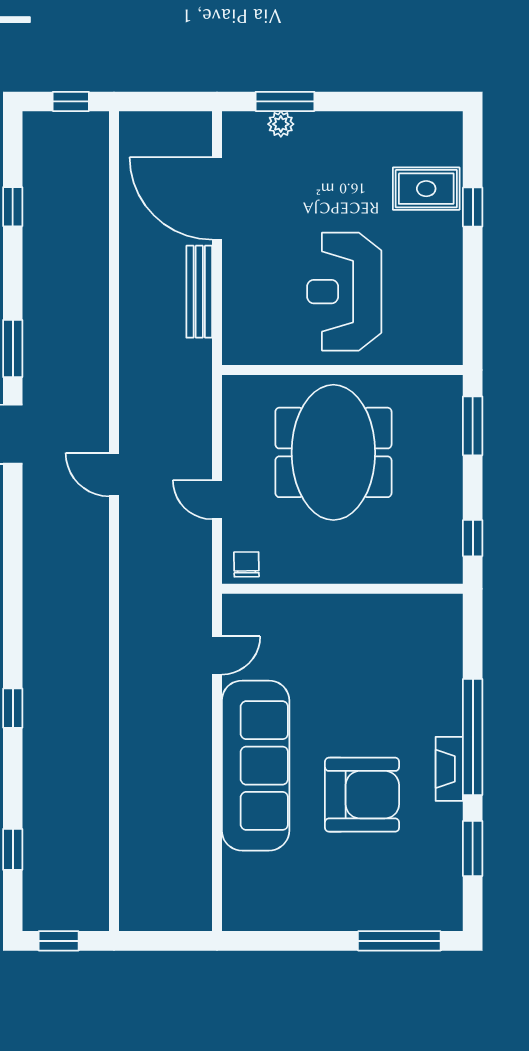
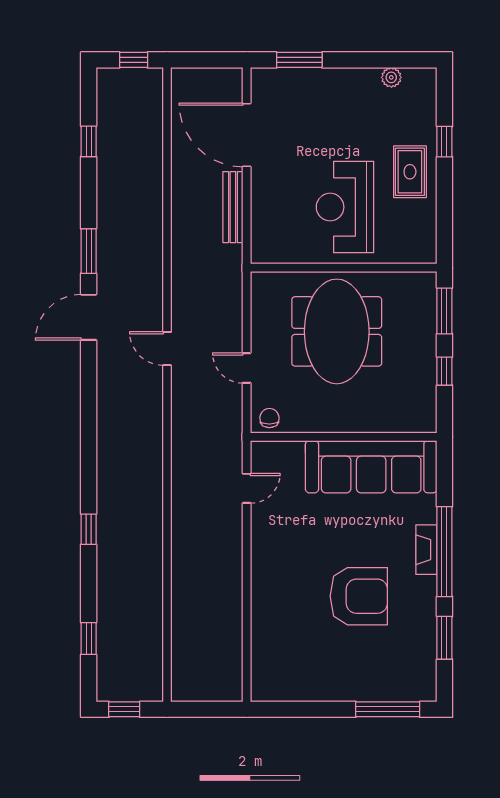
plant: (281, 124) -> (391, 77), moved
rug: (426, 189) -> (410, 172), moved, turned 90
window: (473, 538) -> (444, 371), moved
sofa: (256, 766) -> (371, 467), moved, turned 90
fireplace: (449, 769) -> (426, 550), moved

